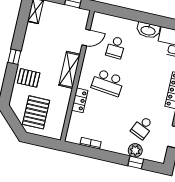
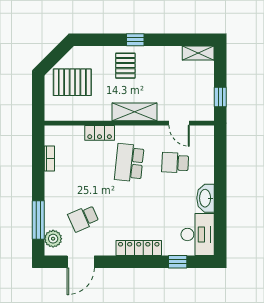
pallet: (29, 78) -> (125, 66), moved
school desk: (142, 128) -> (83, 218), turned -48
plant: (135, 150) -> (53, 239), moved
window: (136, 162) -> (38, 220), width x2.17

